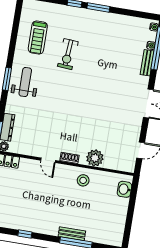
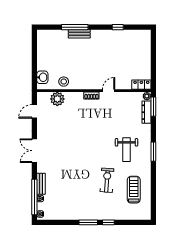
weight bench: (25, 82) -> (126, 150), moved
plant: (95, 158) -> (57, 99), moved
door: (48, 160) -> (109, 91), hinge flipped
stool: (83, 180) -> (64, 82), moved

